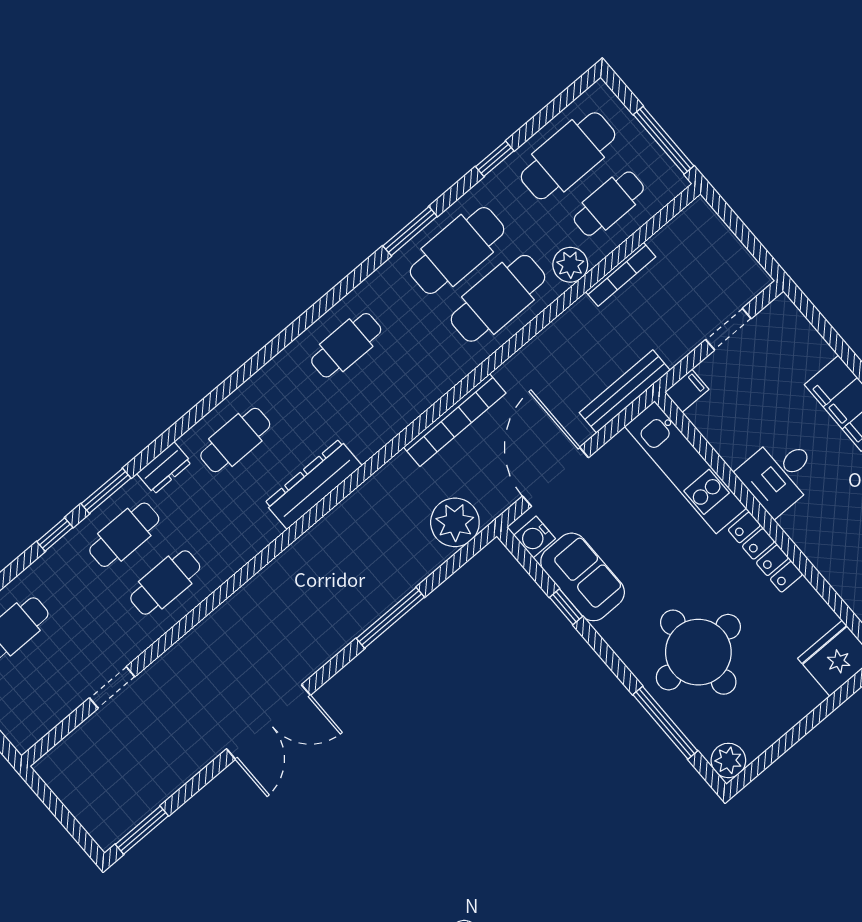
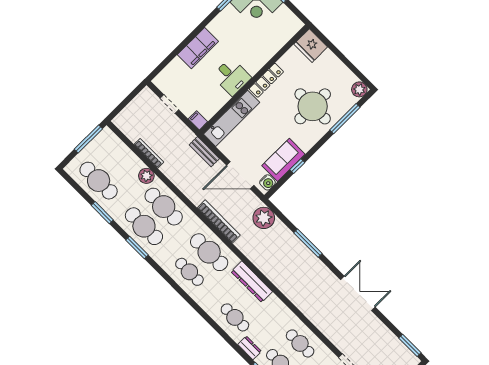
window: (495, 159) -> (102, 213), width x1.50
cafe table: (609, 204) -> (209, 252), moved, width x1.37, depth x1.35
bench: (625, 391) -> (204, 152), width x0.73

